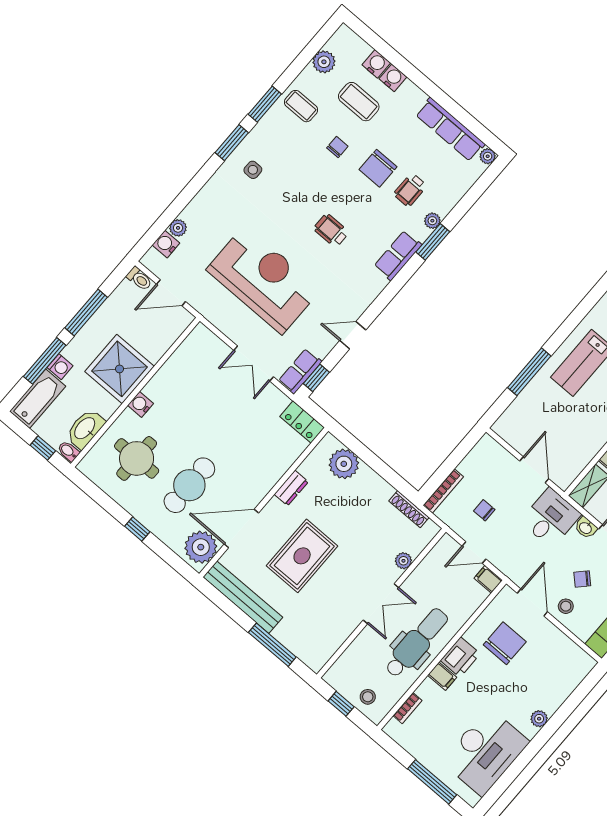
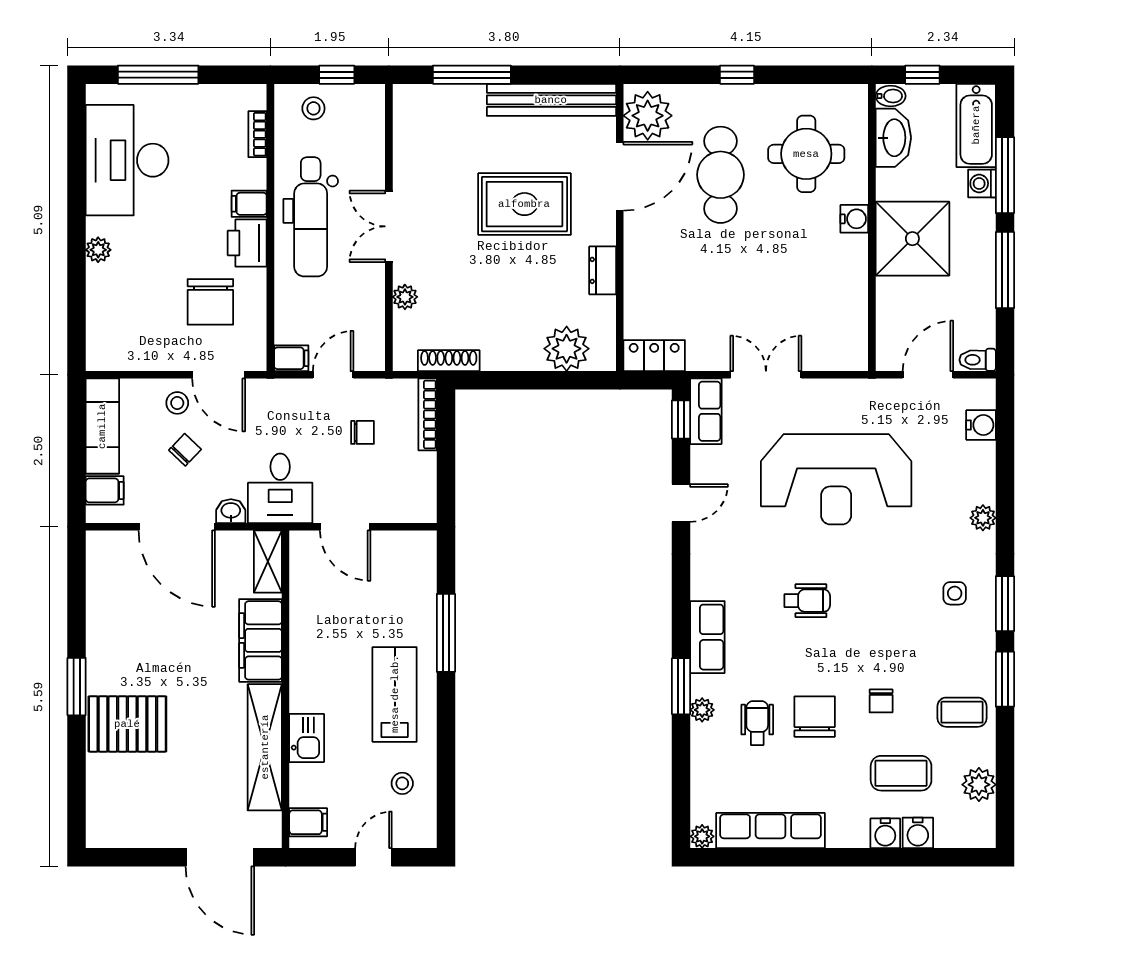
plant: (178, 228) -> (983, 518), moved
rug: (302, 556) -> (524, 204), turned 90

